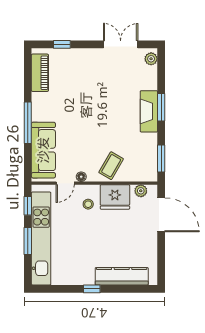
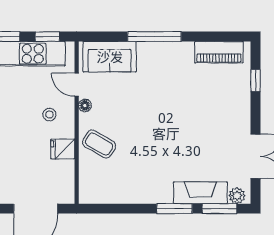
fireplace: (149, 111) -> (200, 193), moved
sofa: (43, 150) -> (110, 57), width x0.73
window: (161, 158) -> (219, 209), moved
plant: (141, 191) -> (67, 182), removed
fridge: (115, 197) -> (63, 149), width x0.53, depth x0.75

